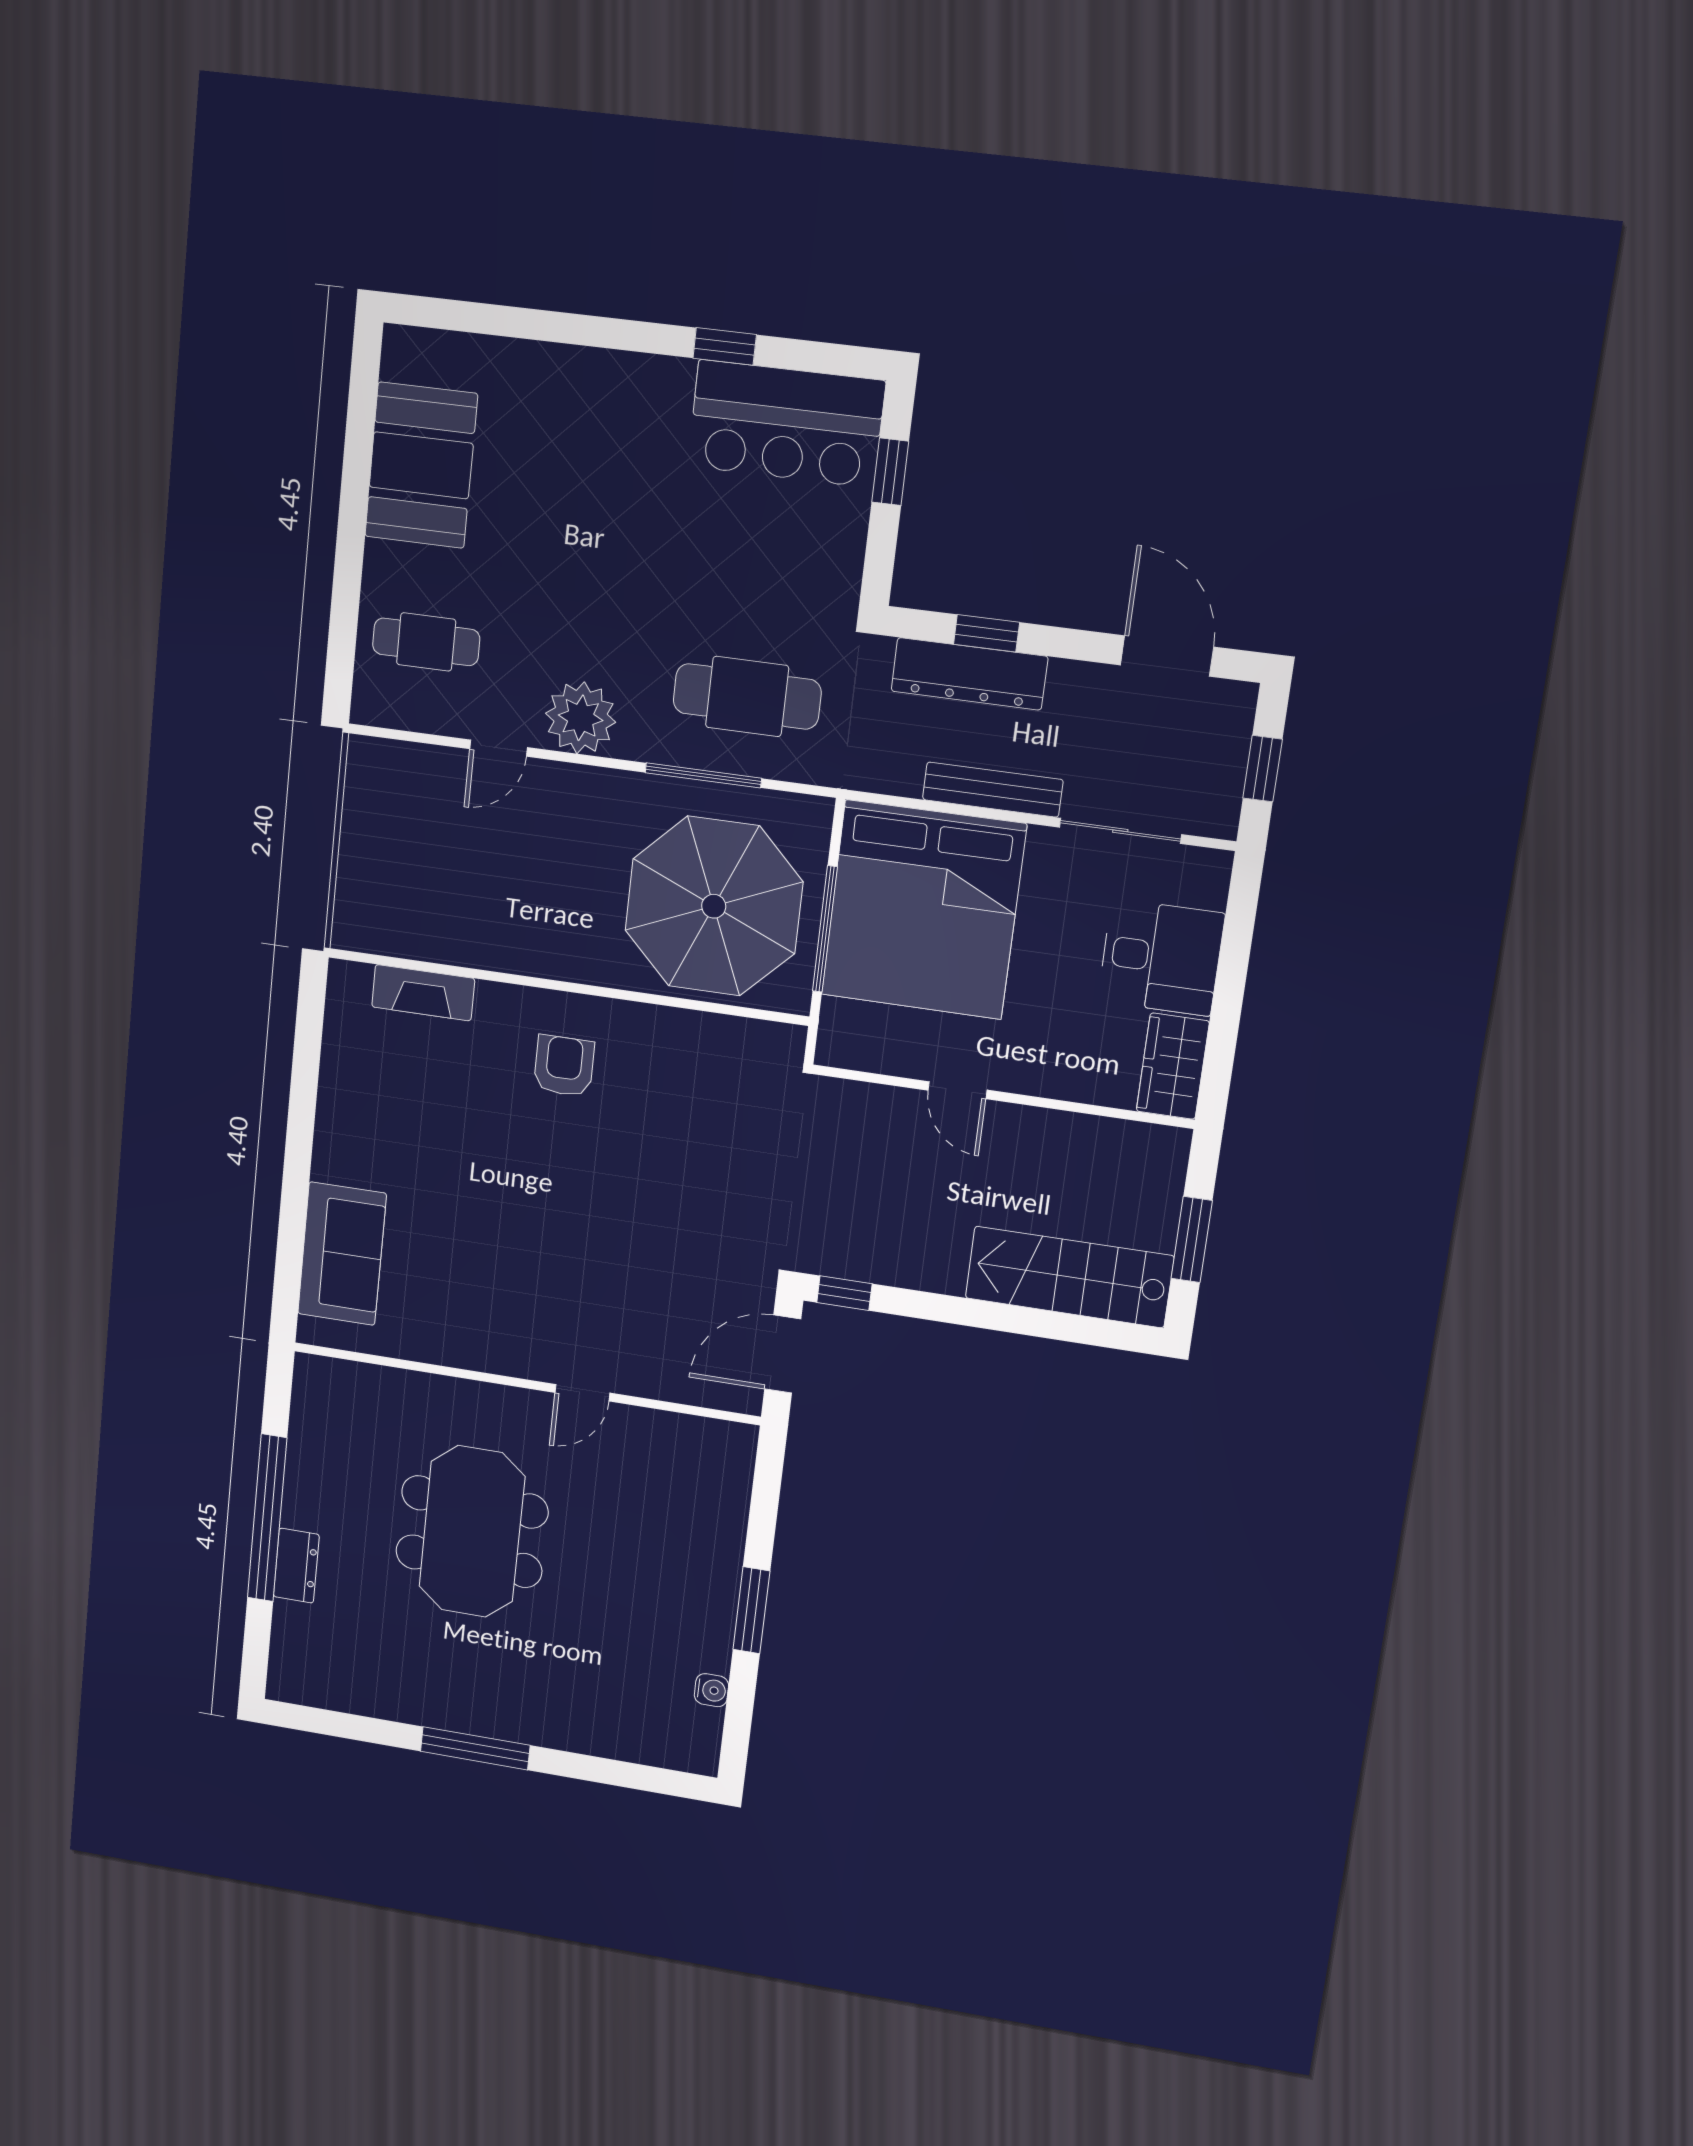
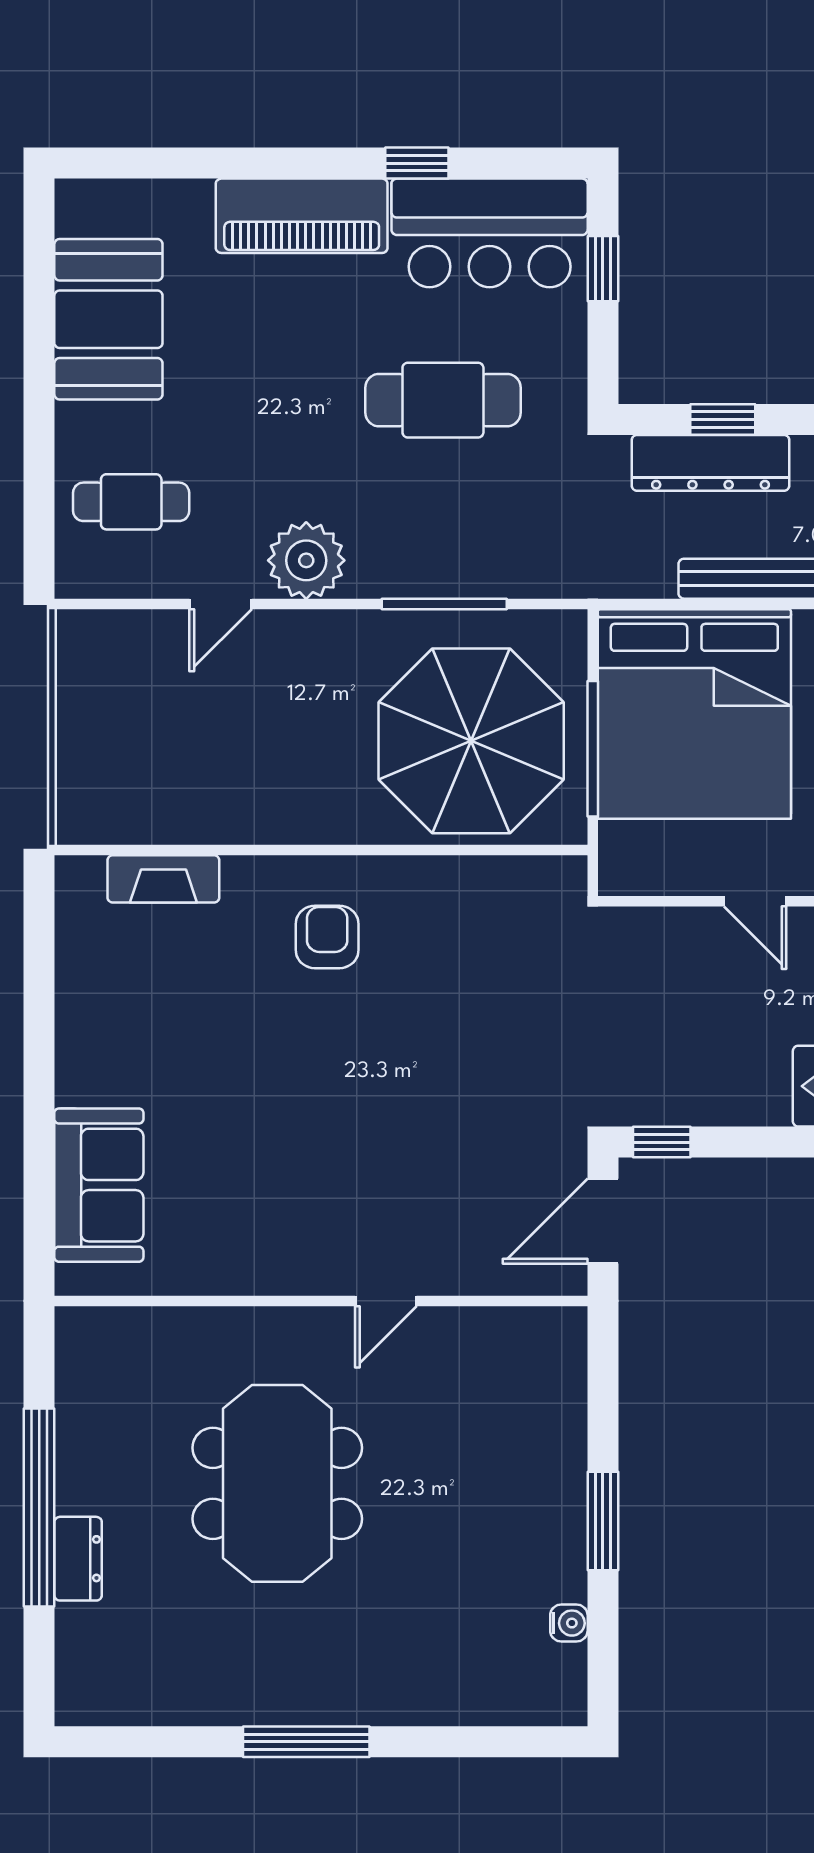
piano: (610, 386) -> (302, 216), added
cafe table: (747, 696) -> (443, 400), moved

